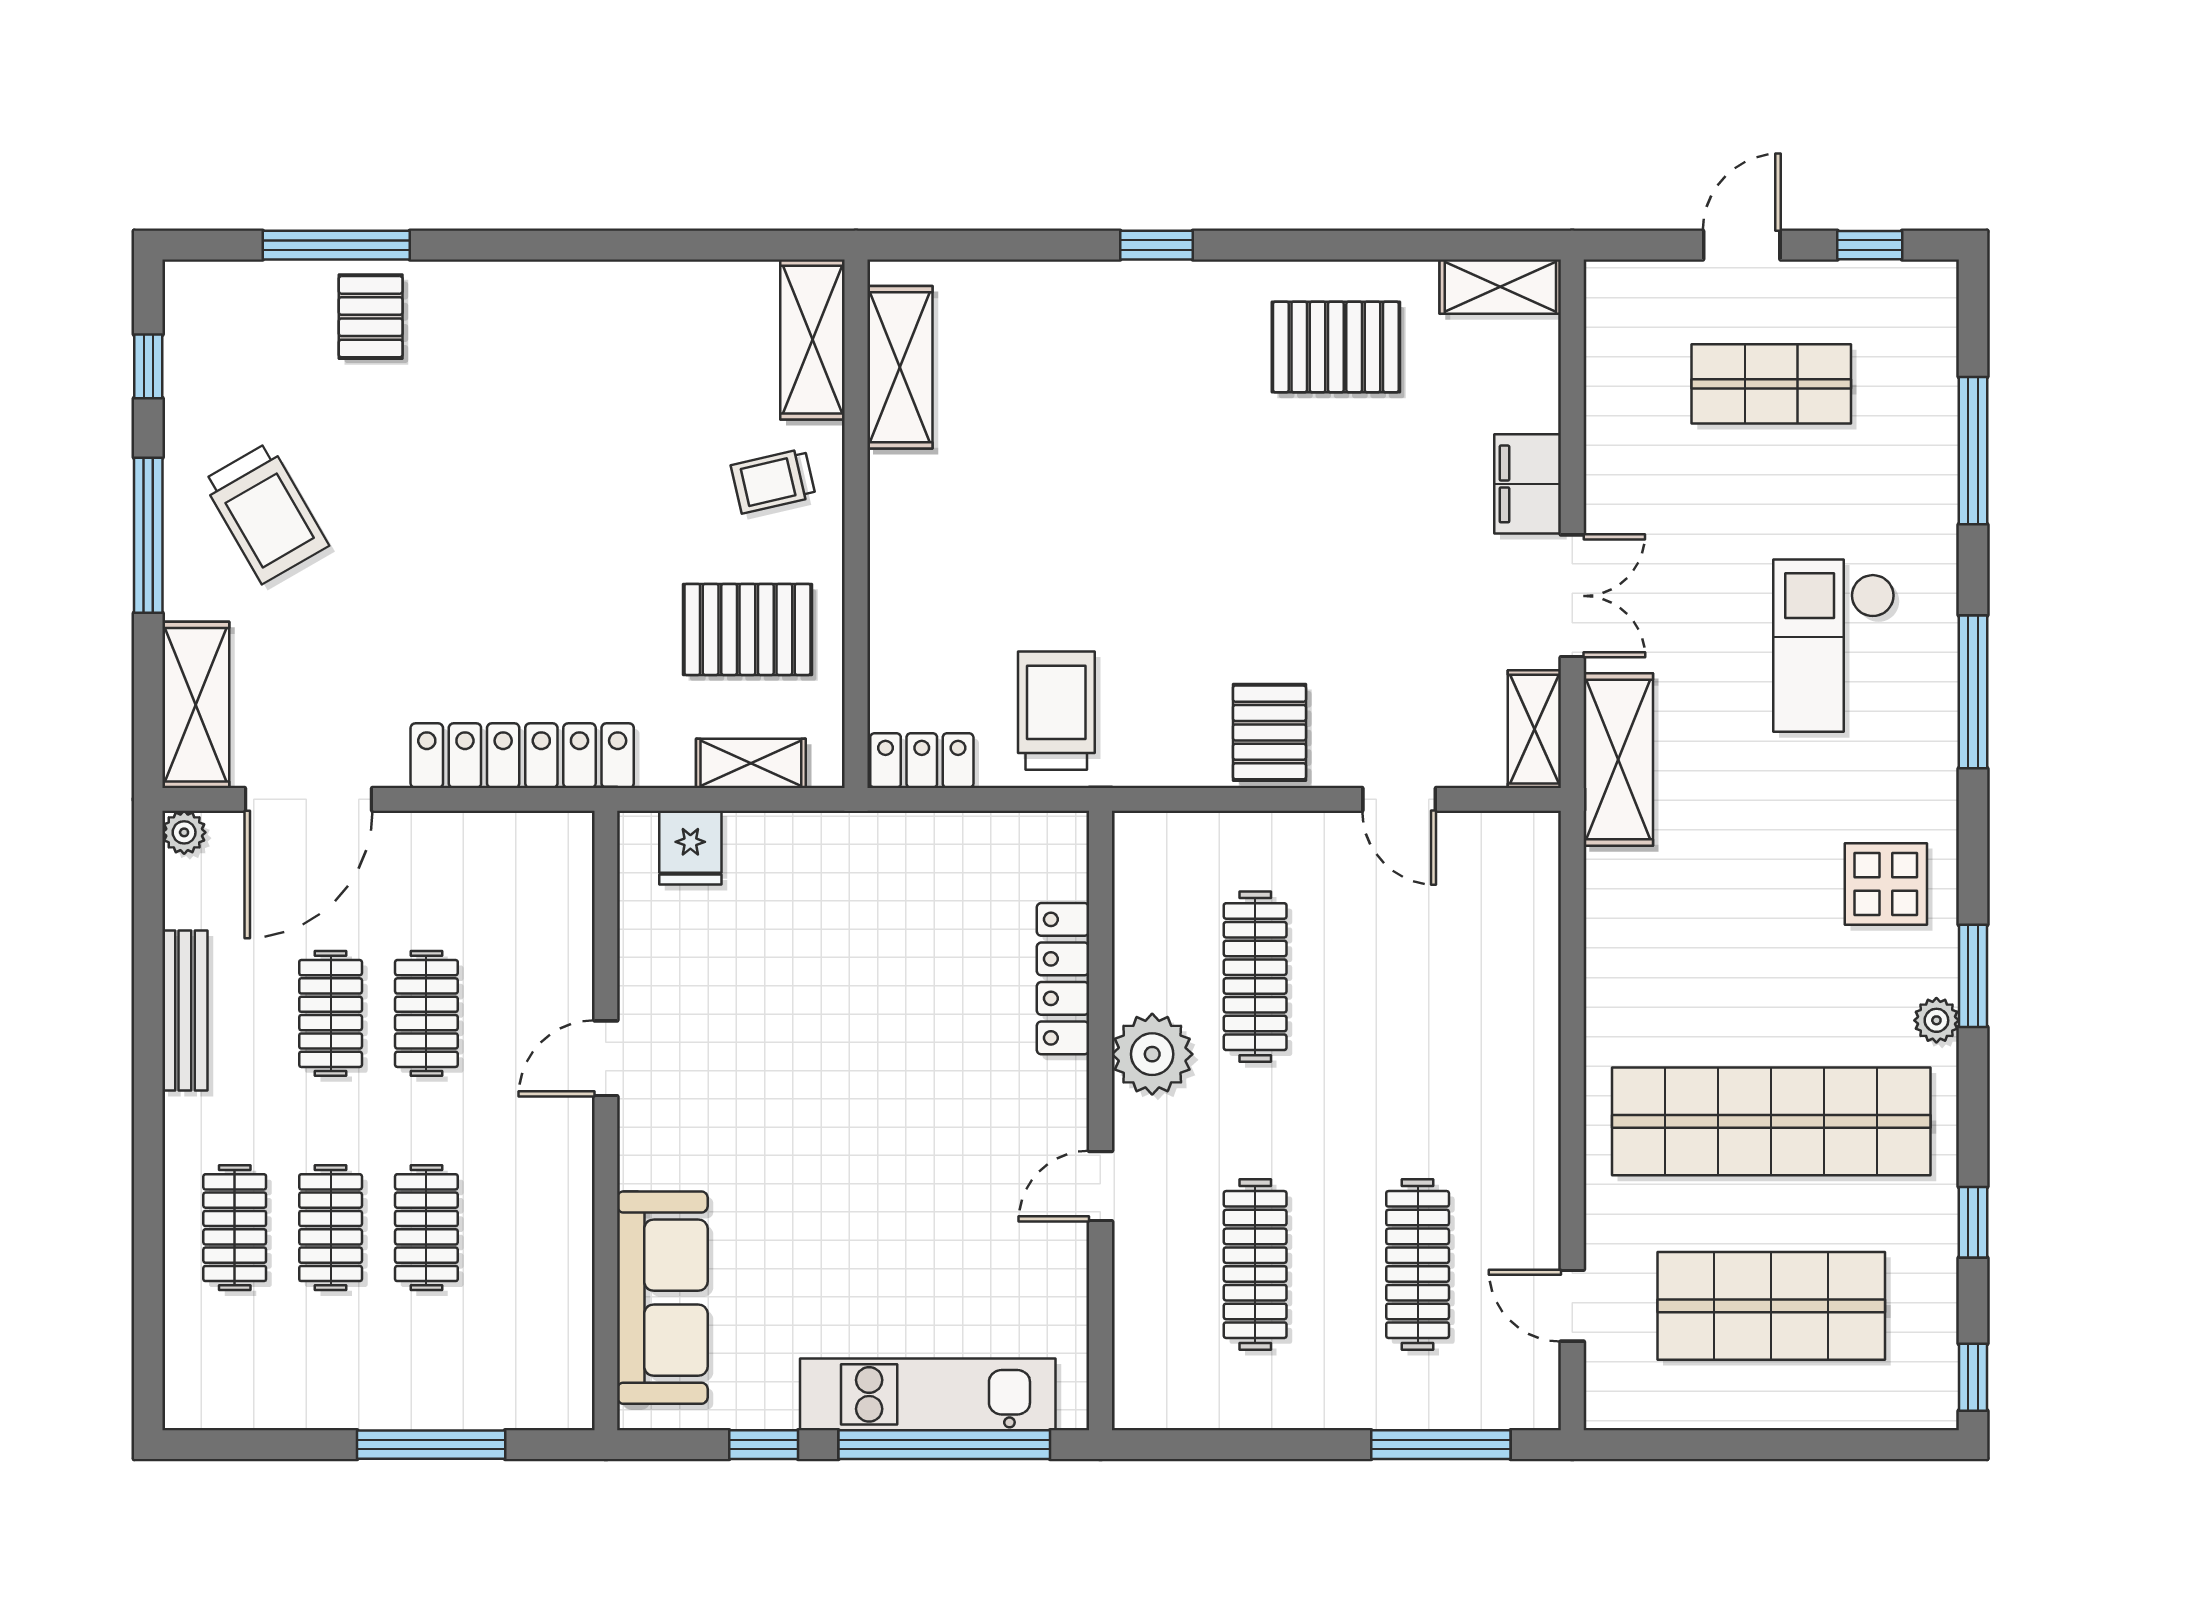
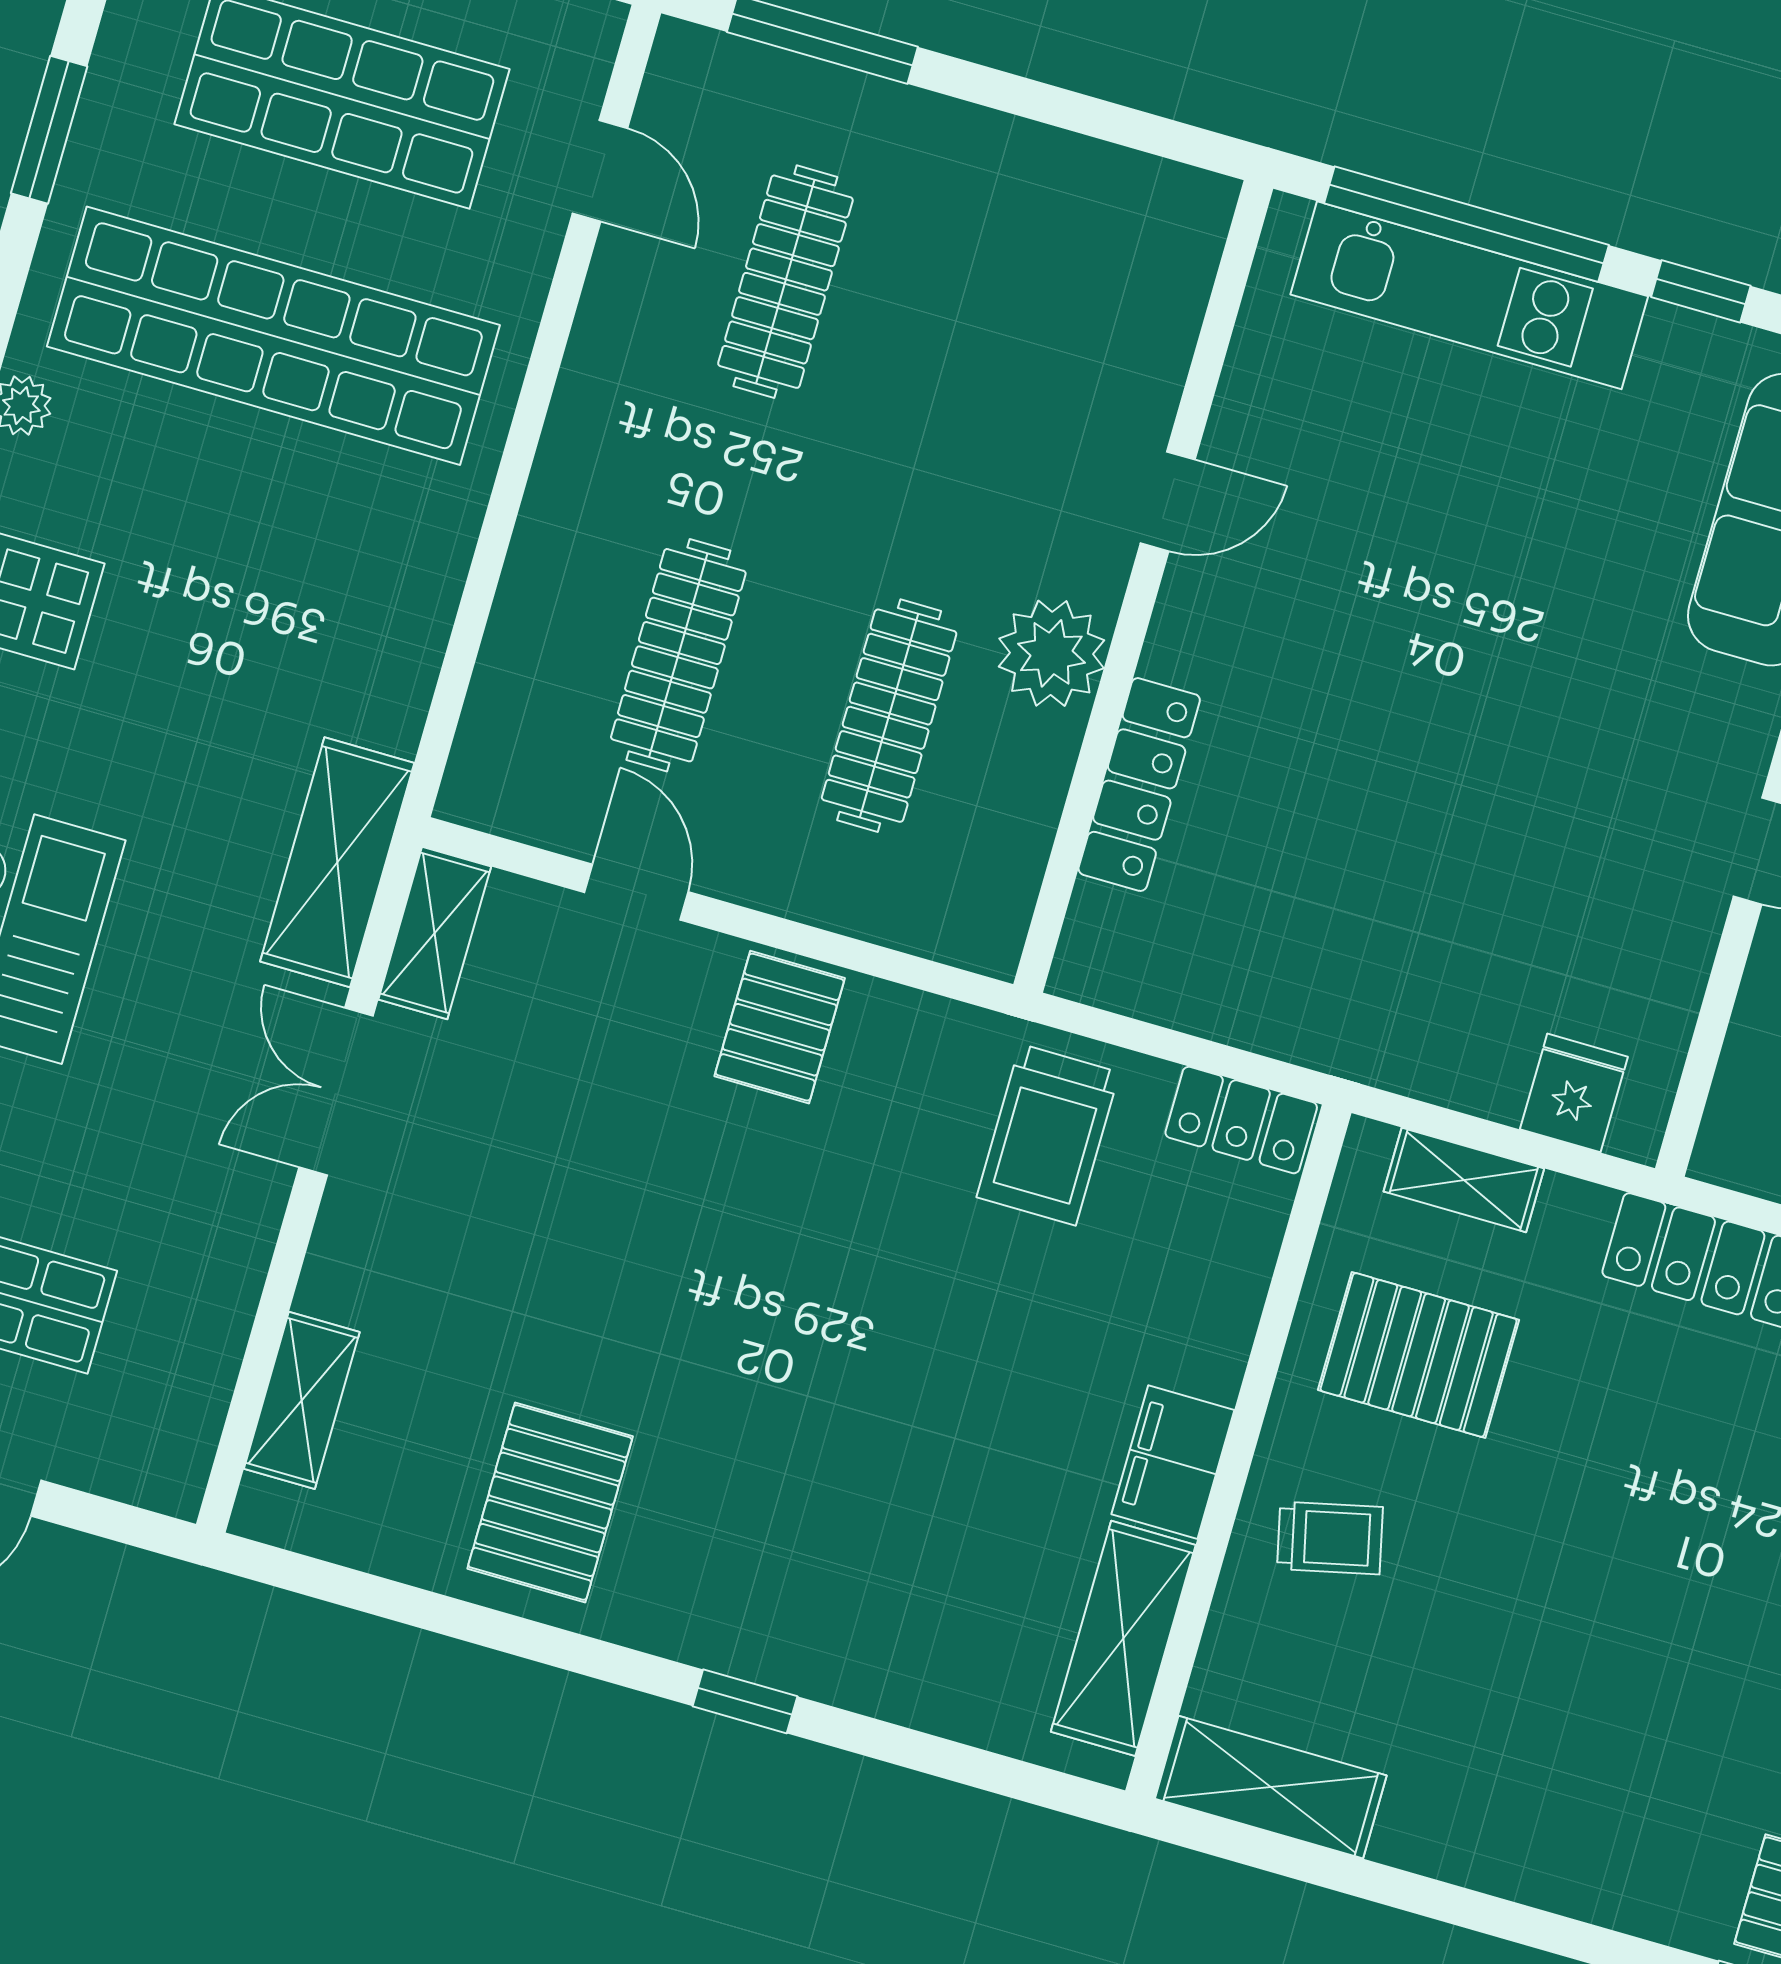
shelving: (1500, 287) -> (302, 1400), moved, turned 90
shelving: (813, 340) -> (1271, 1787), moved, turned 90
pallet: (1336, 347) -> (550, 1502), turned 90
filing cabinet: (1528, 484) -> (1173, 1462), moved, turned 180
window: (1973, 1222) -> (49, 130), width x1.50
clothes rail: (1255, 1265) -> (678, 655), moved

